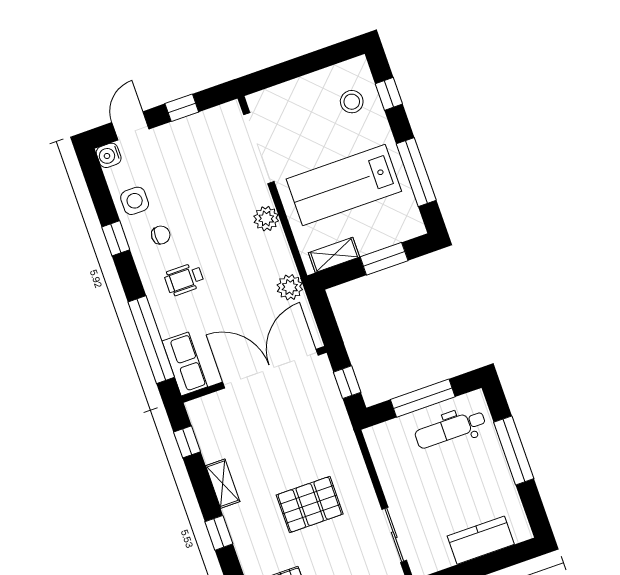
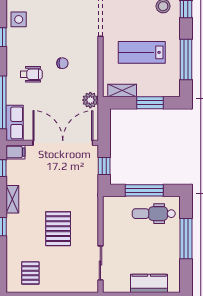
lab bench: (344, 185) -> (142, 52), width x0.73, depth x0.72
plant: (266, 219) -> (91, 56), removed
chair: (161, 235) -> (62, 63), moved
wheelchair: (184, 279) -> (31, 74), turned 180
filing cabinet: (202, 409) -> (16, 152), added
pallet: (310, 505) -> (58, 229), turned 90

